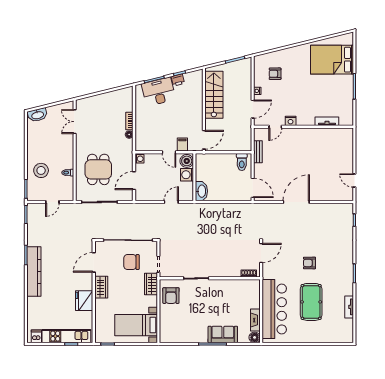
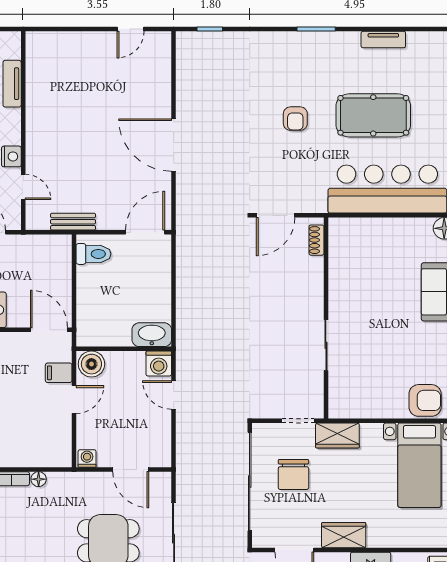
washing machine: (187, 175) -> (159, 364), moved
door: (261, 253) -> (276, 215), swing flipped
armchair: (171, 296) -> (425, 400), moved
fireplace: (255, 320) -> (410, 227), removed

